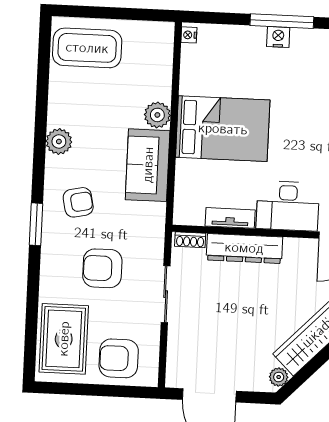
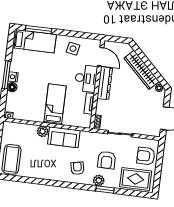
floor lamp: (254, 37) -> (12, 87), added
bed: (223, 129) -> (55, 104), width x0.67
plant: (59, 142) -> (99, 180), moved
window: (36, 224) -> (105, 189), moved
dresser: (244, 248) -> (105, 83), moved
armchair: (119, 358) -> (146, 156), turned 90

